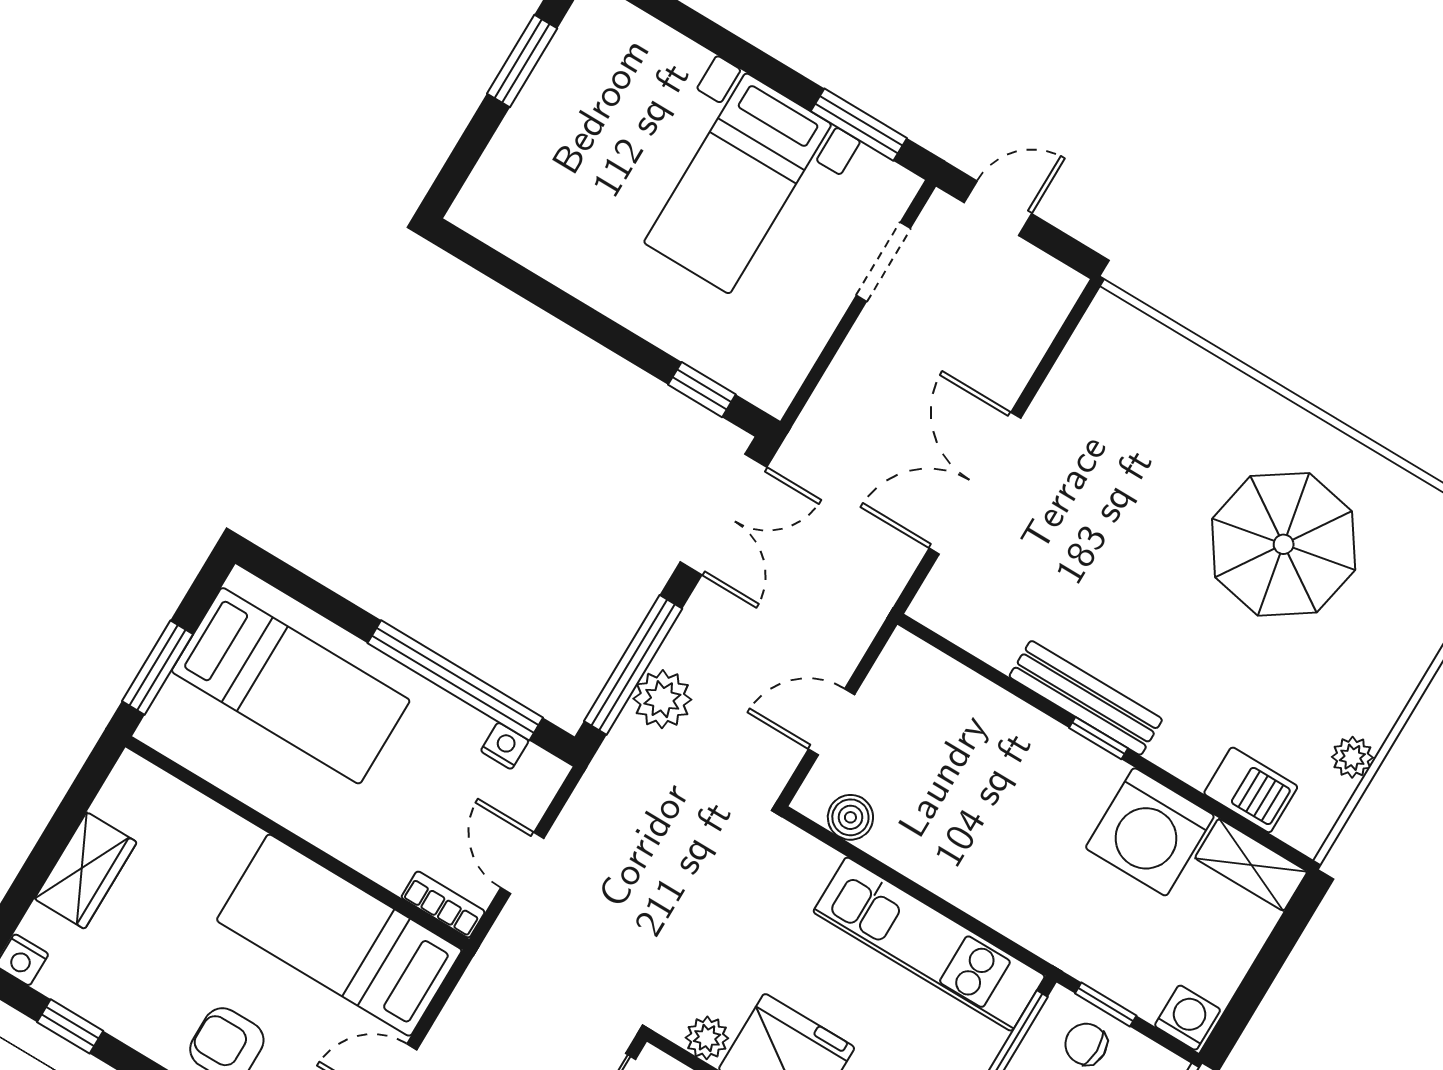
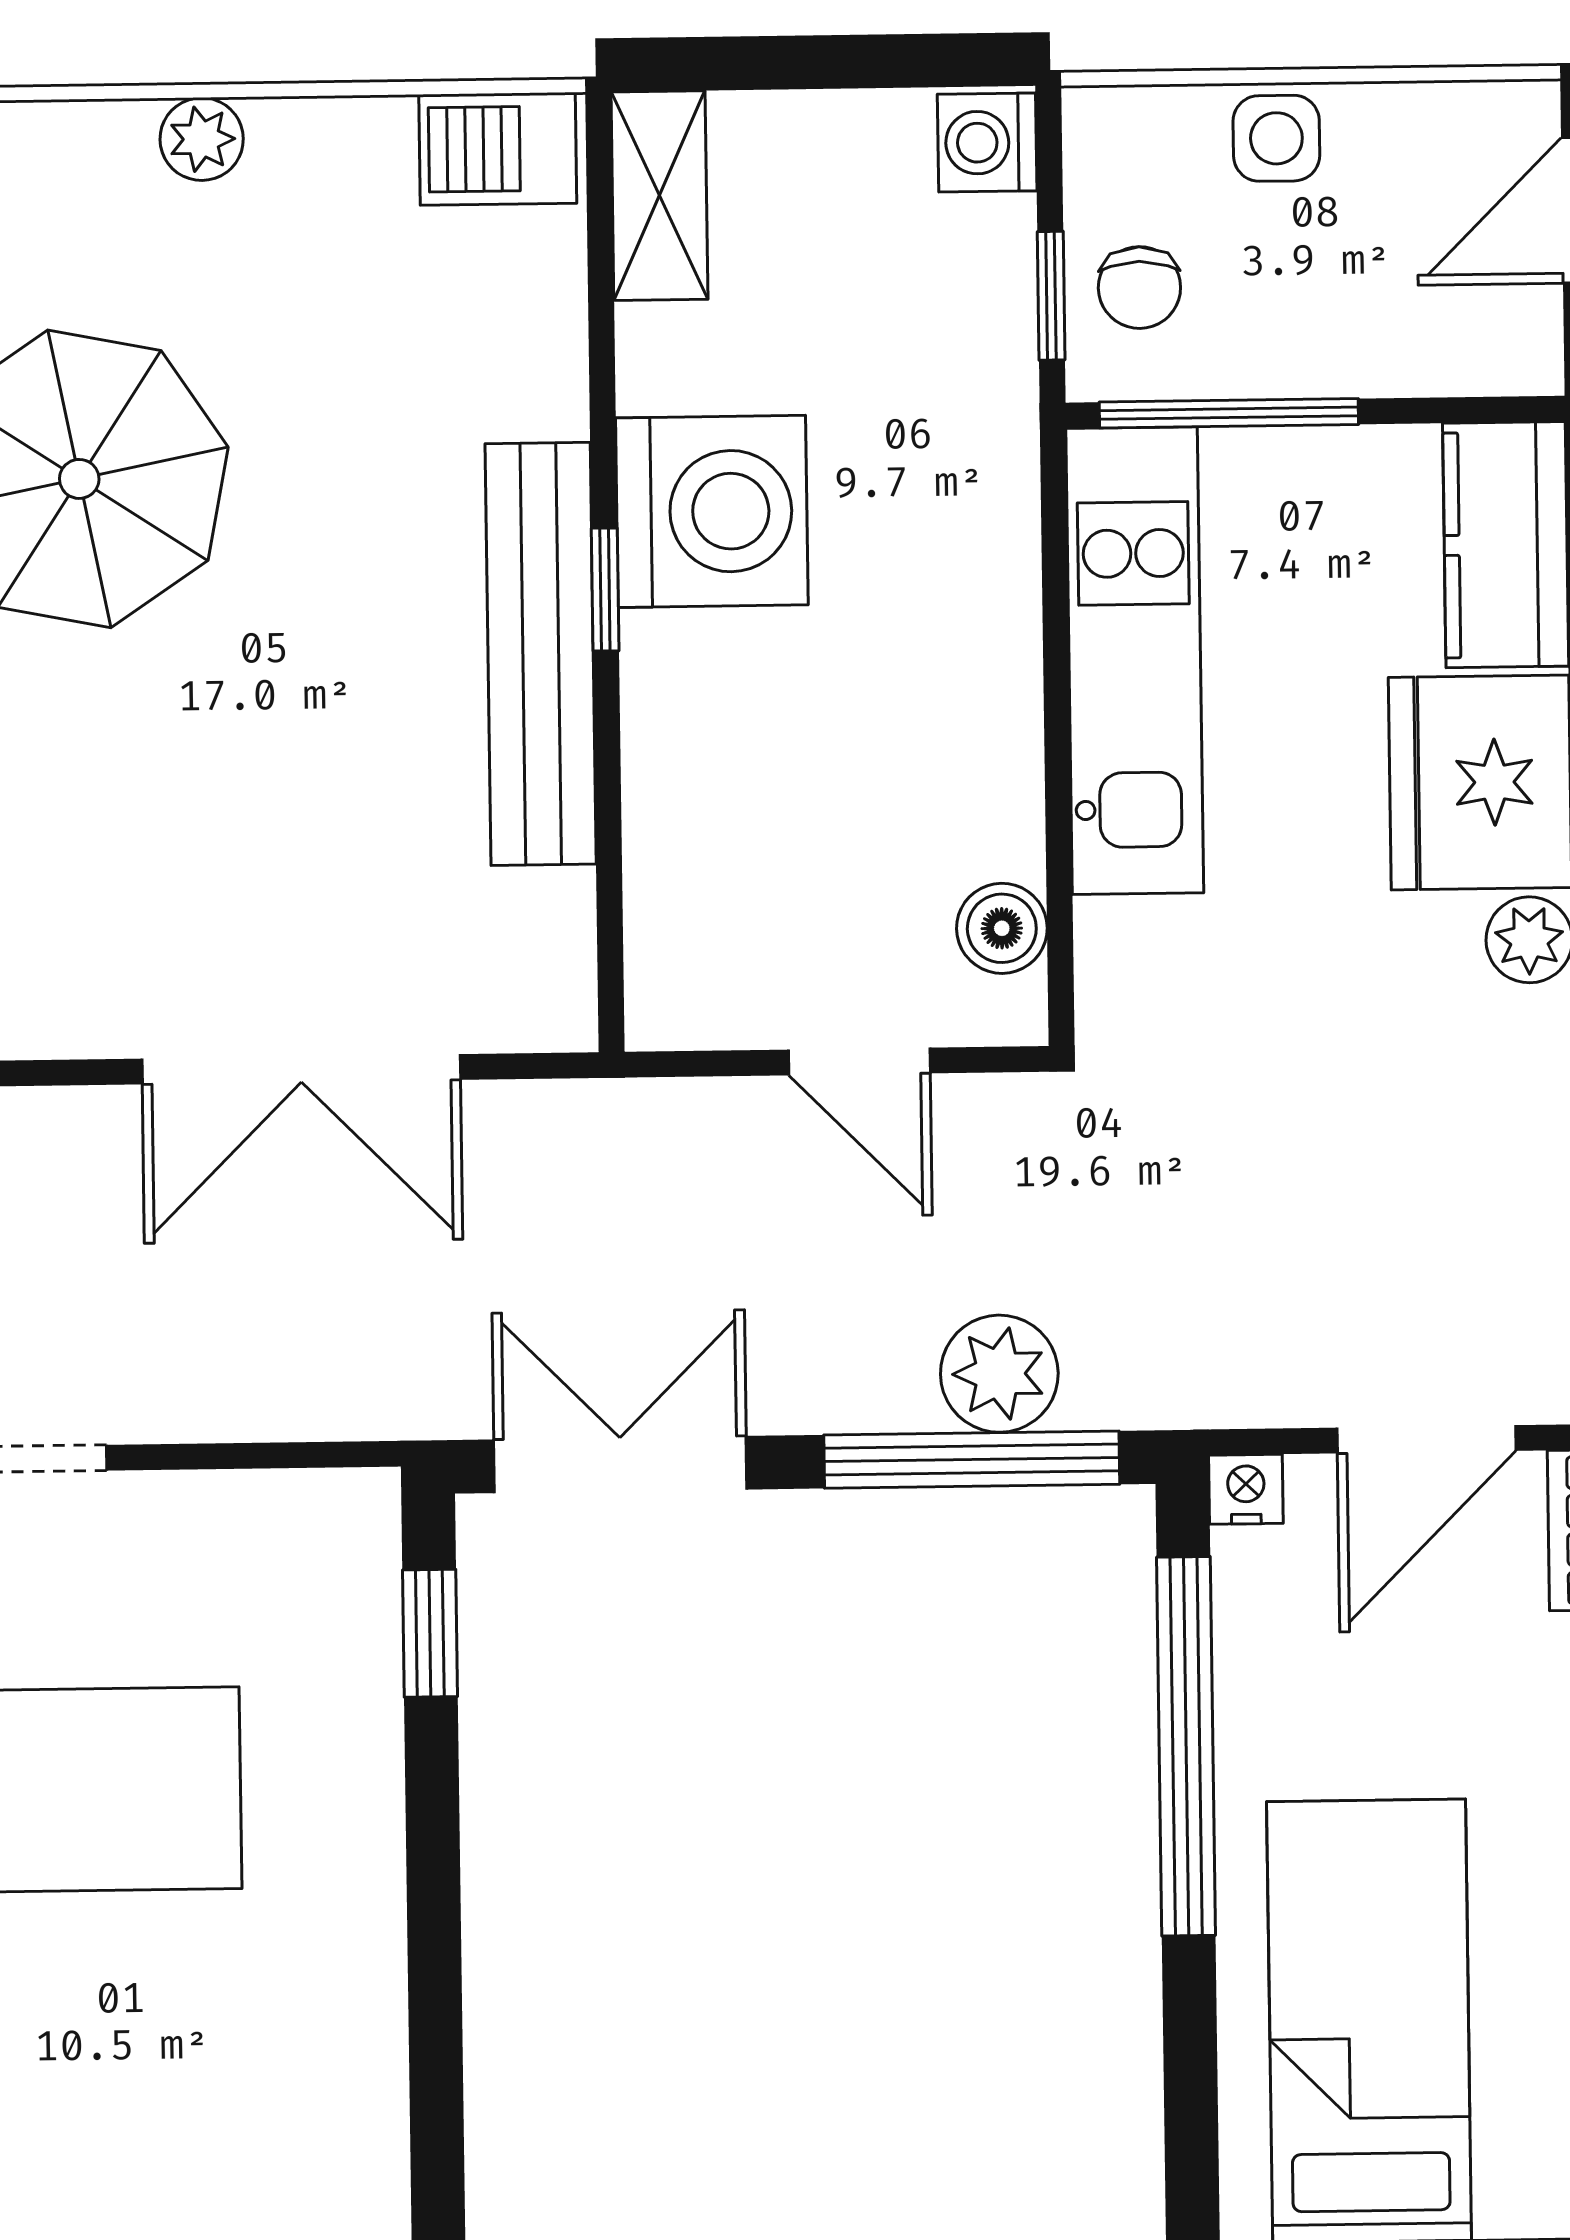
bench: (1086, 698) -> (541, 654), width x1.37, depth x1.21
nightstand: (505, 746) -> (1246, 1489), moved, turned 90
plant: (1352, 757) -> (202, 139), moved
barbecue: (1251, 790) -> (498, 149), moved, turned -90
washing machine: (1150, 832) -> (712, 511), moved
door: (522, 863) -> (1426, 1439), width x1.38

